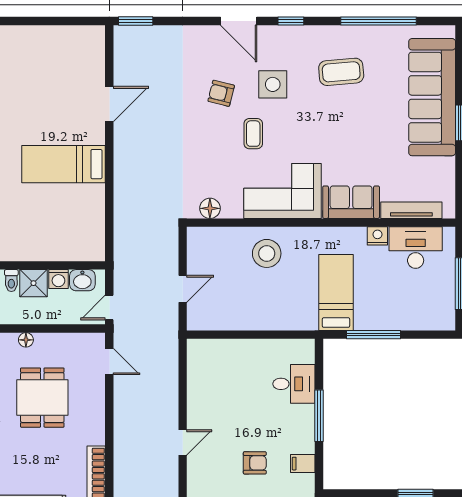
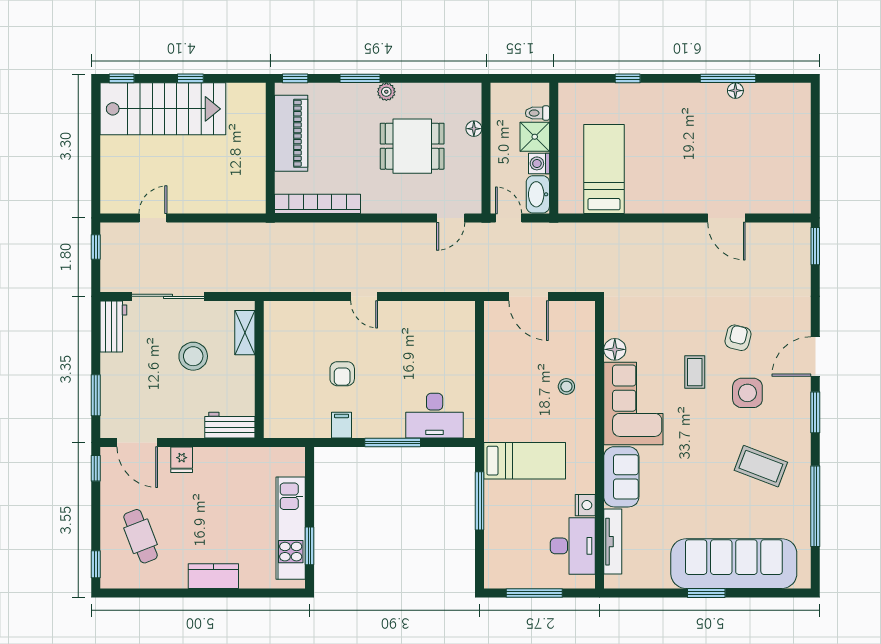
window: (291, 21) -> (815, 412), width x1.50
coffee table: (341, 72) -> (761, 466), turned -64
coffee table: (253, 134) -> (695, 372), turned 90
bed: (64, 164) -> (604, 169), moved
floor lamp: (210, 208) -> (615, 349), moved
stool: (267, 253) -> (566, 386), width x0.53, depth x0.53
washbasin: (82, 280) -> (538, 194), width x1.38
door: (183, 289) -> (529, 296), width x1.37
desk: (294, 384) -> (435, 416), width x1.37

